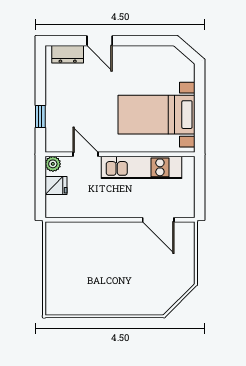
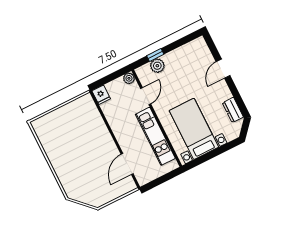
dresser: (68, 54) -> (233, 110), moved
plant: (55, 121) -> (157, 66), added
fridge: (56, 185) -> (101, 95), moved

